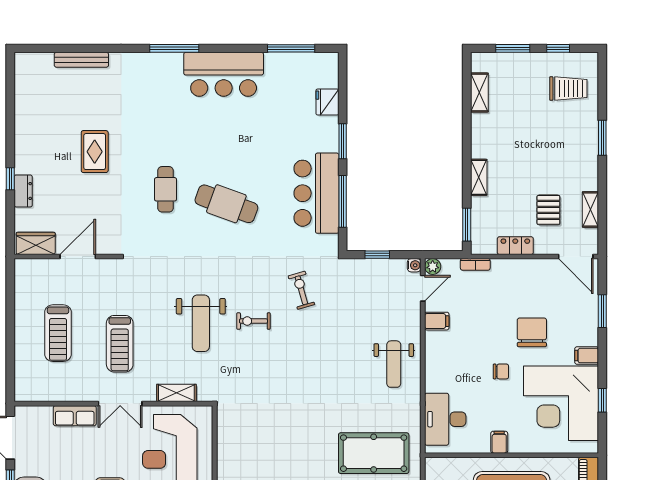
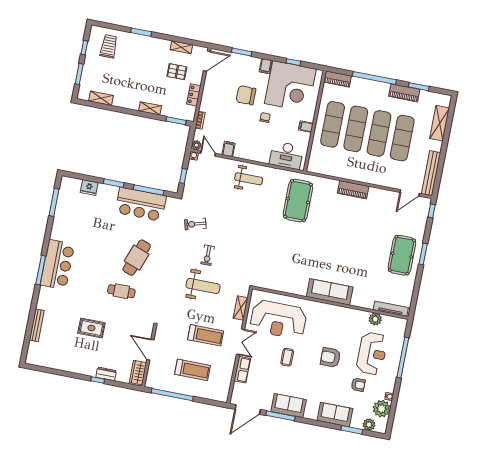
bar counter: (224, 74) -> (57, 265), moved
window: (10, 308) -> (172, 395), added

